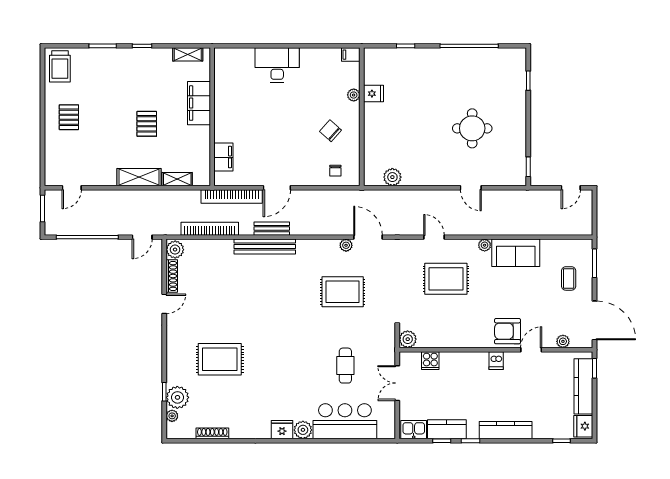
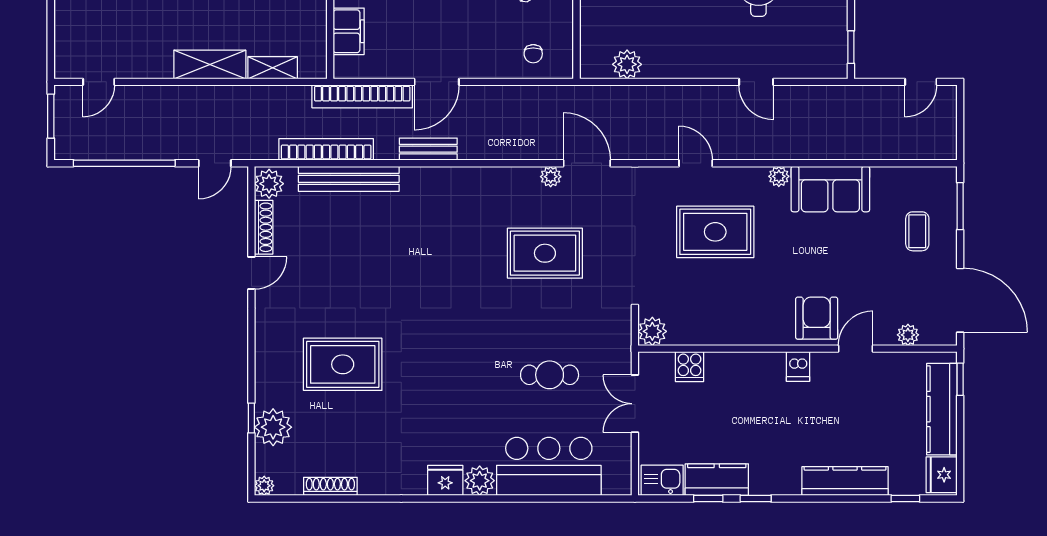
bench: (265, 247) -> (349, 179), moved
armchair: (508, 331) -> (817, 318), turned 90
cafe table: (345, 366) -> (550, 375), turned 90
plant: (172, 416) -> (264, 486), moved
kitchen counter: (506, 430) -> (845, 481), moved

